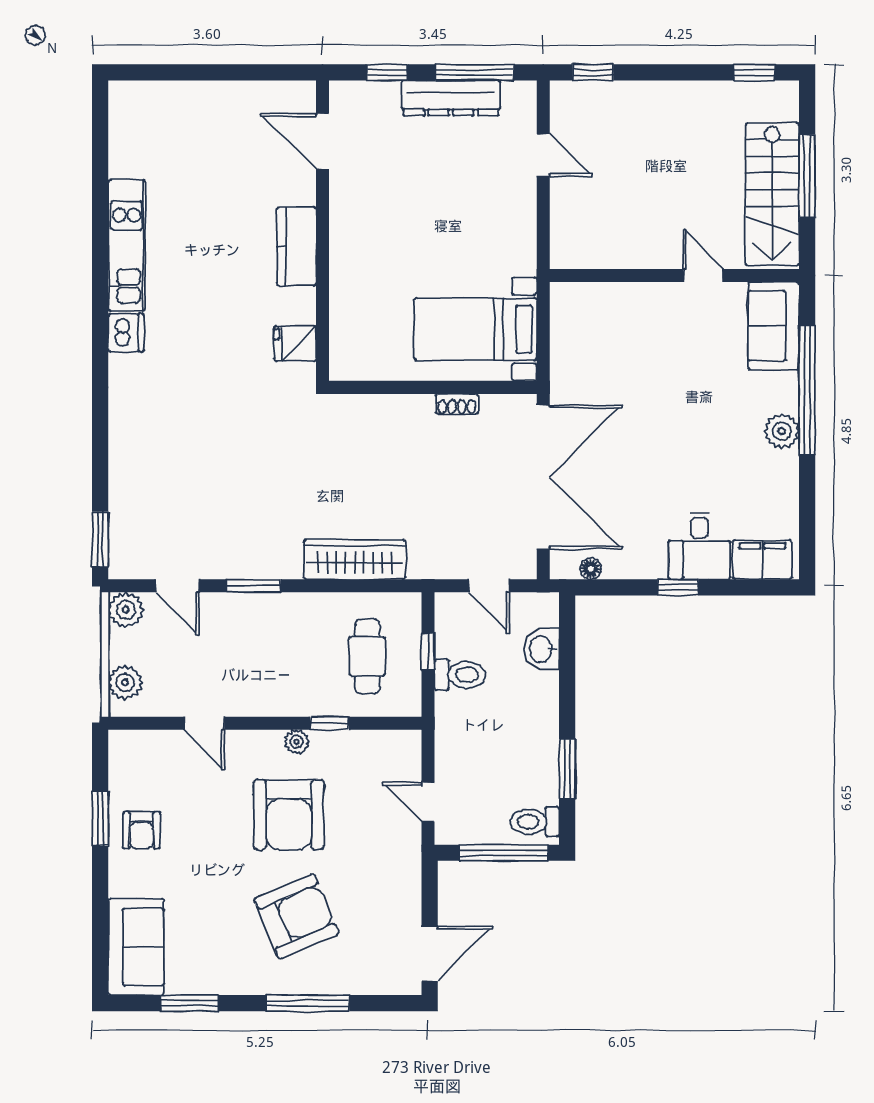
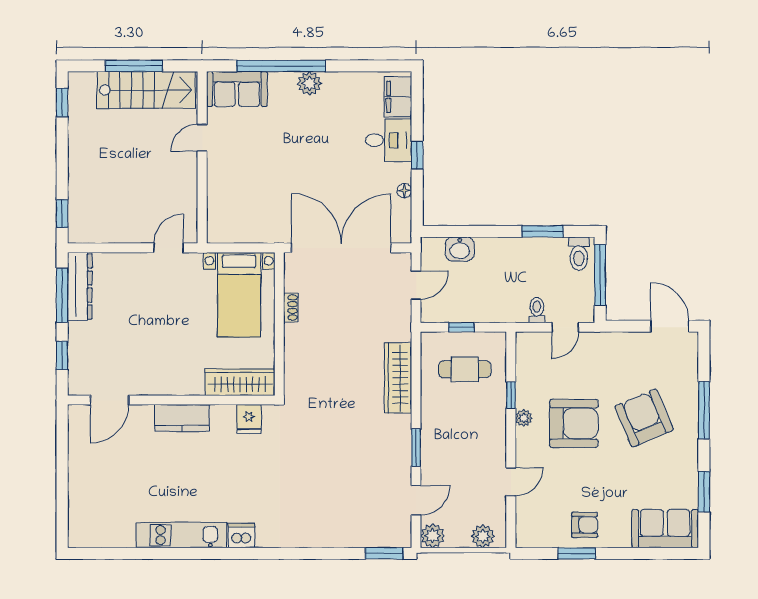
dresser: (451, 98) -> (80, 286), moved
door: (543, 155) -> (169, 248), moved
wardrobe: (348, 330) -> (240, 382), added
floor lamp: (590, 569) -> (404, 191), moved
toilet: (460, 675) -> (537, 310), moved, width x0.73, depth x0.72

